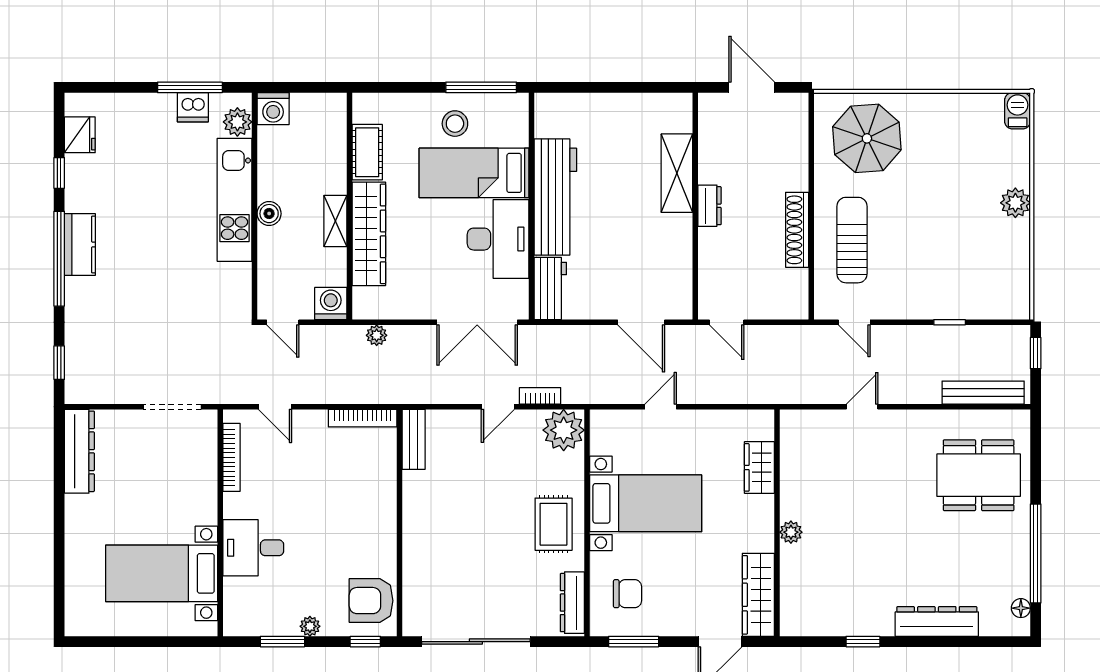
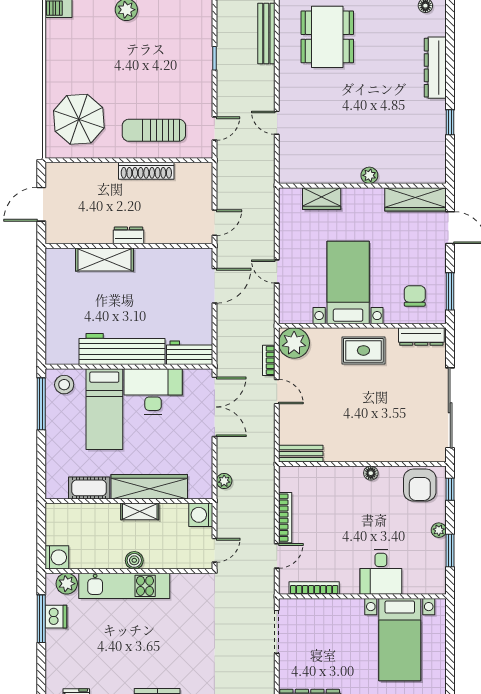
stool: (455, 124) -> (64, 385), moved
bookcase: (363, 418) -> (285, 518), moved
floor lamp: (387, 534) -> (371, 473), added

